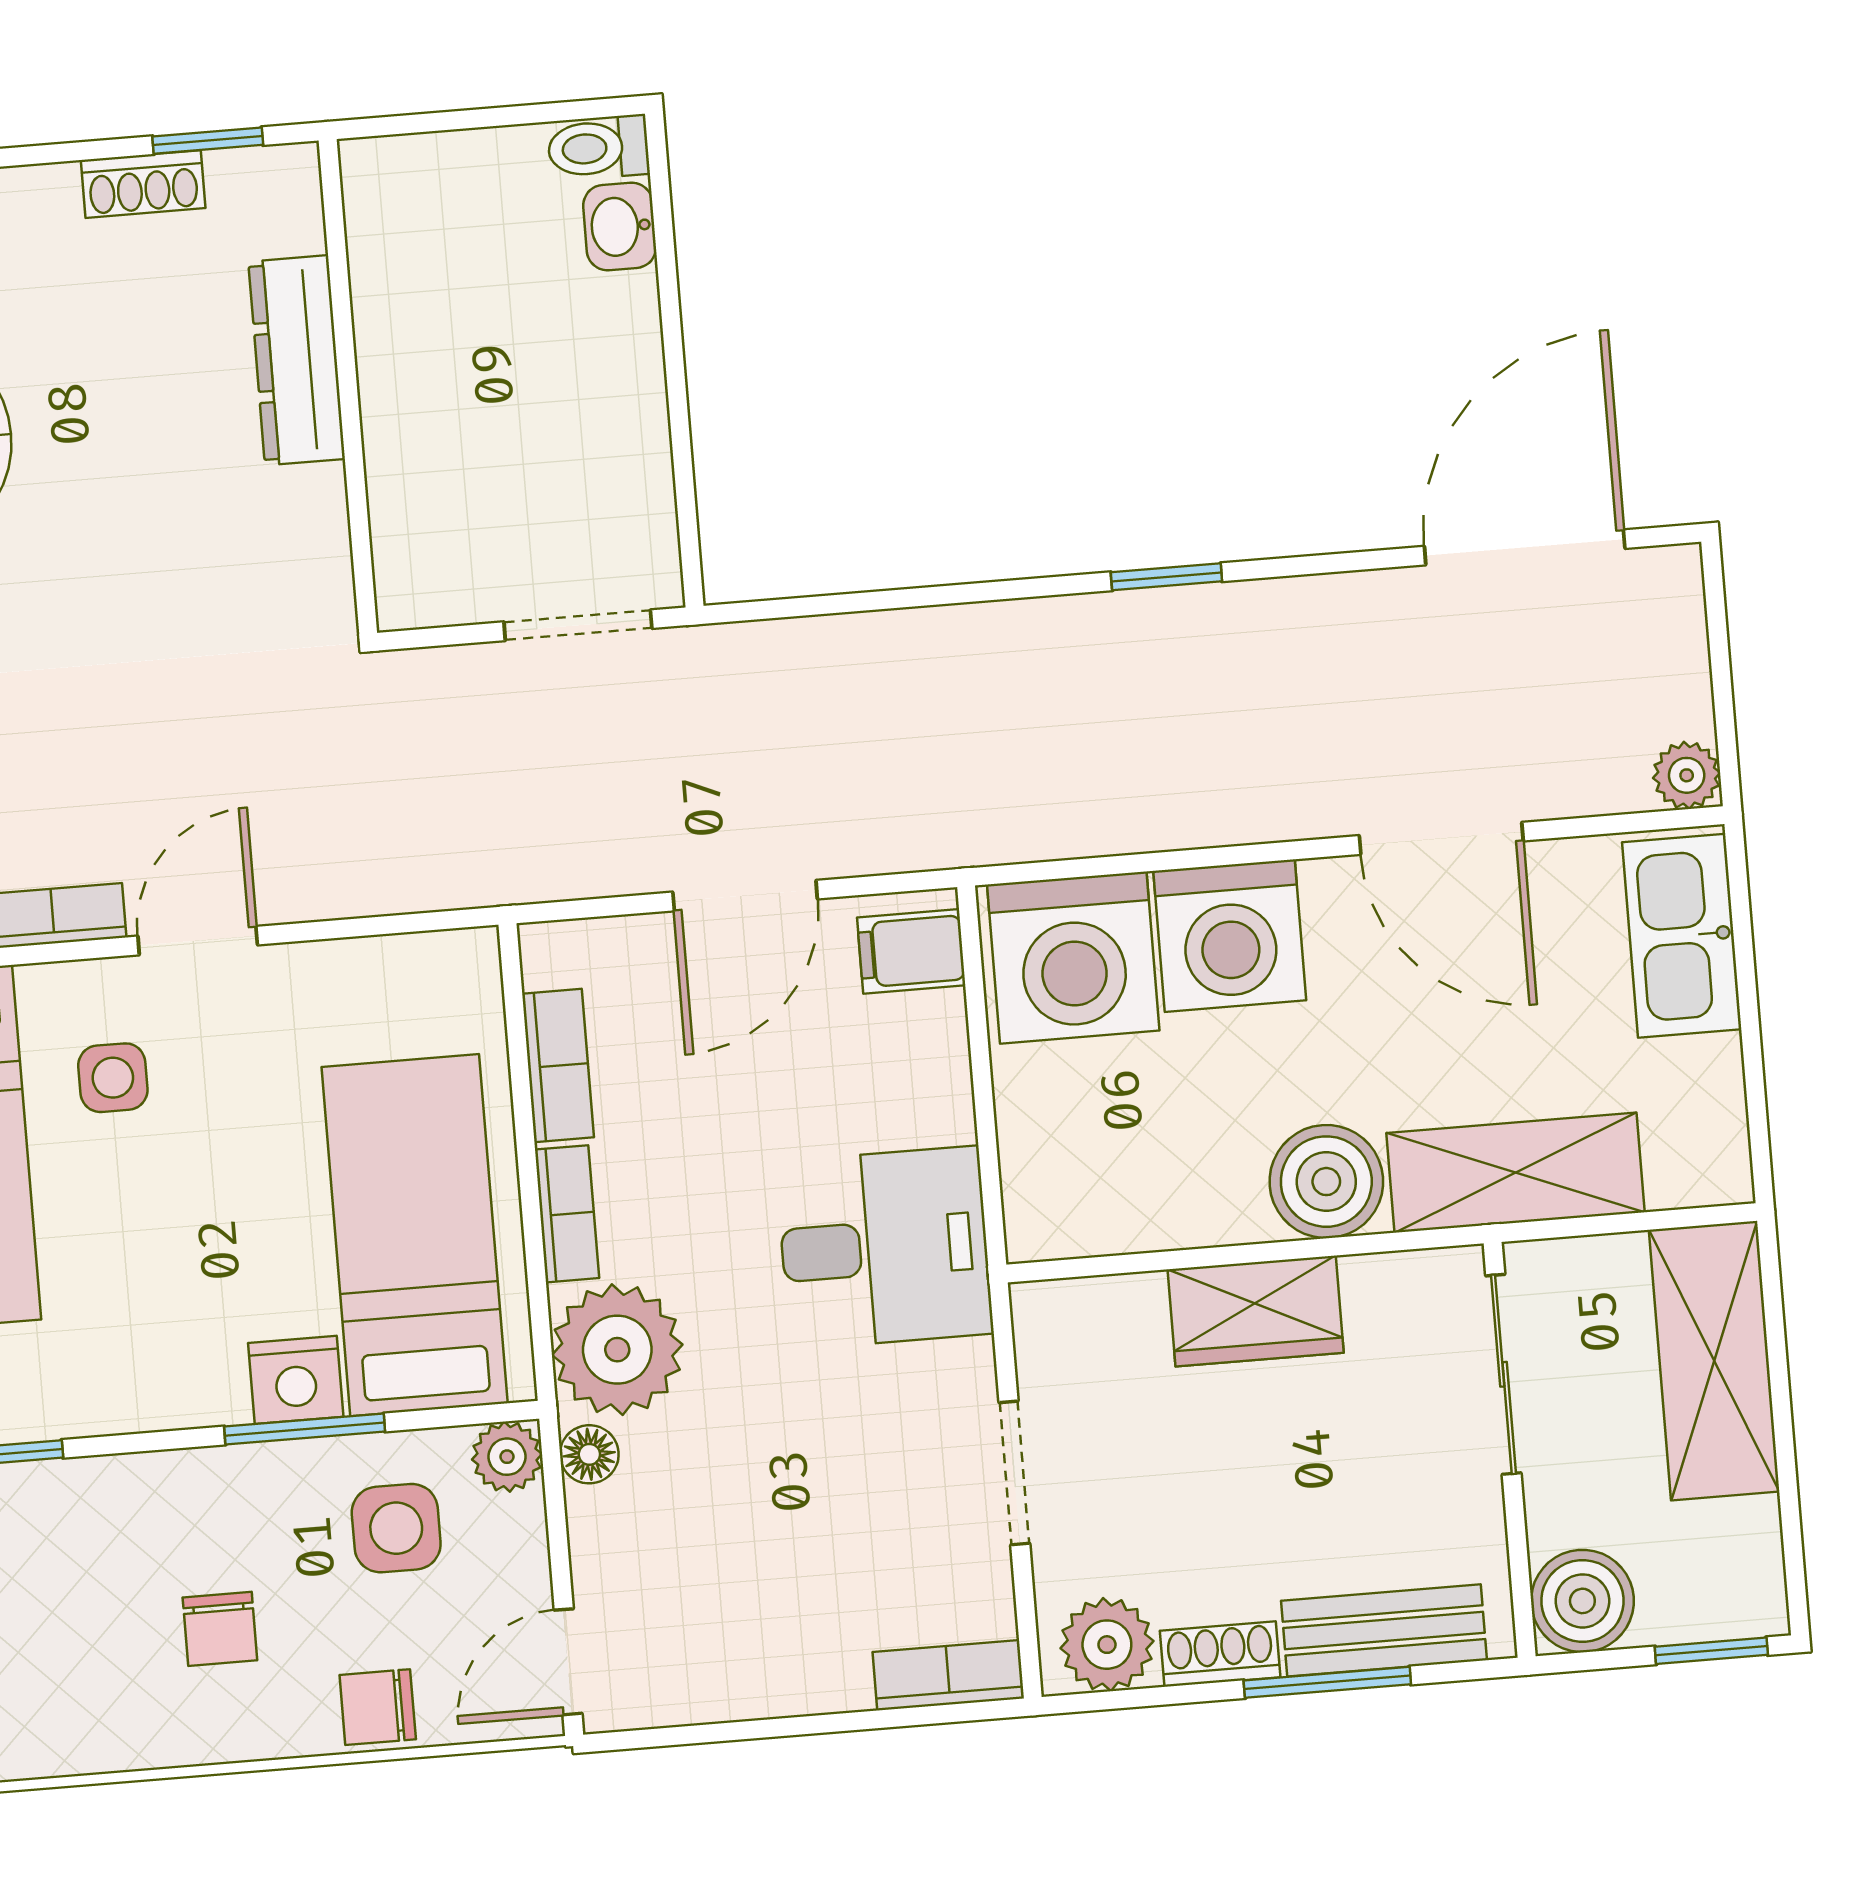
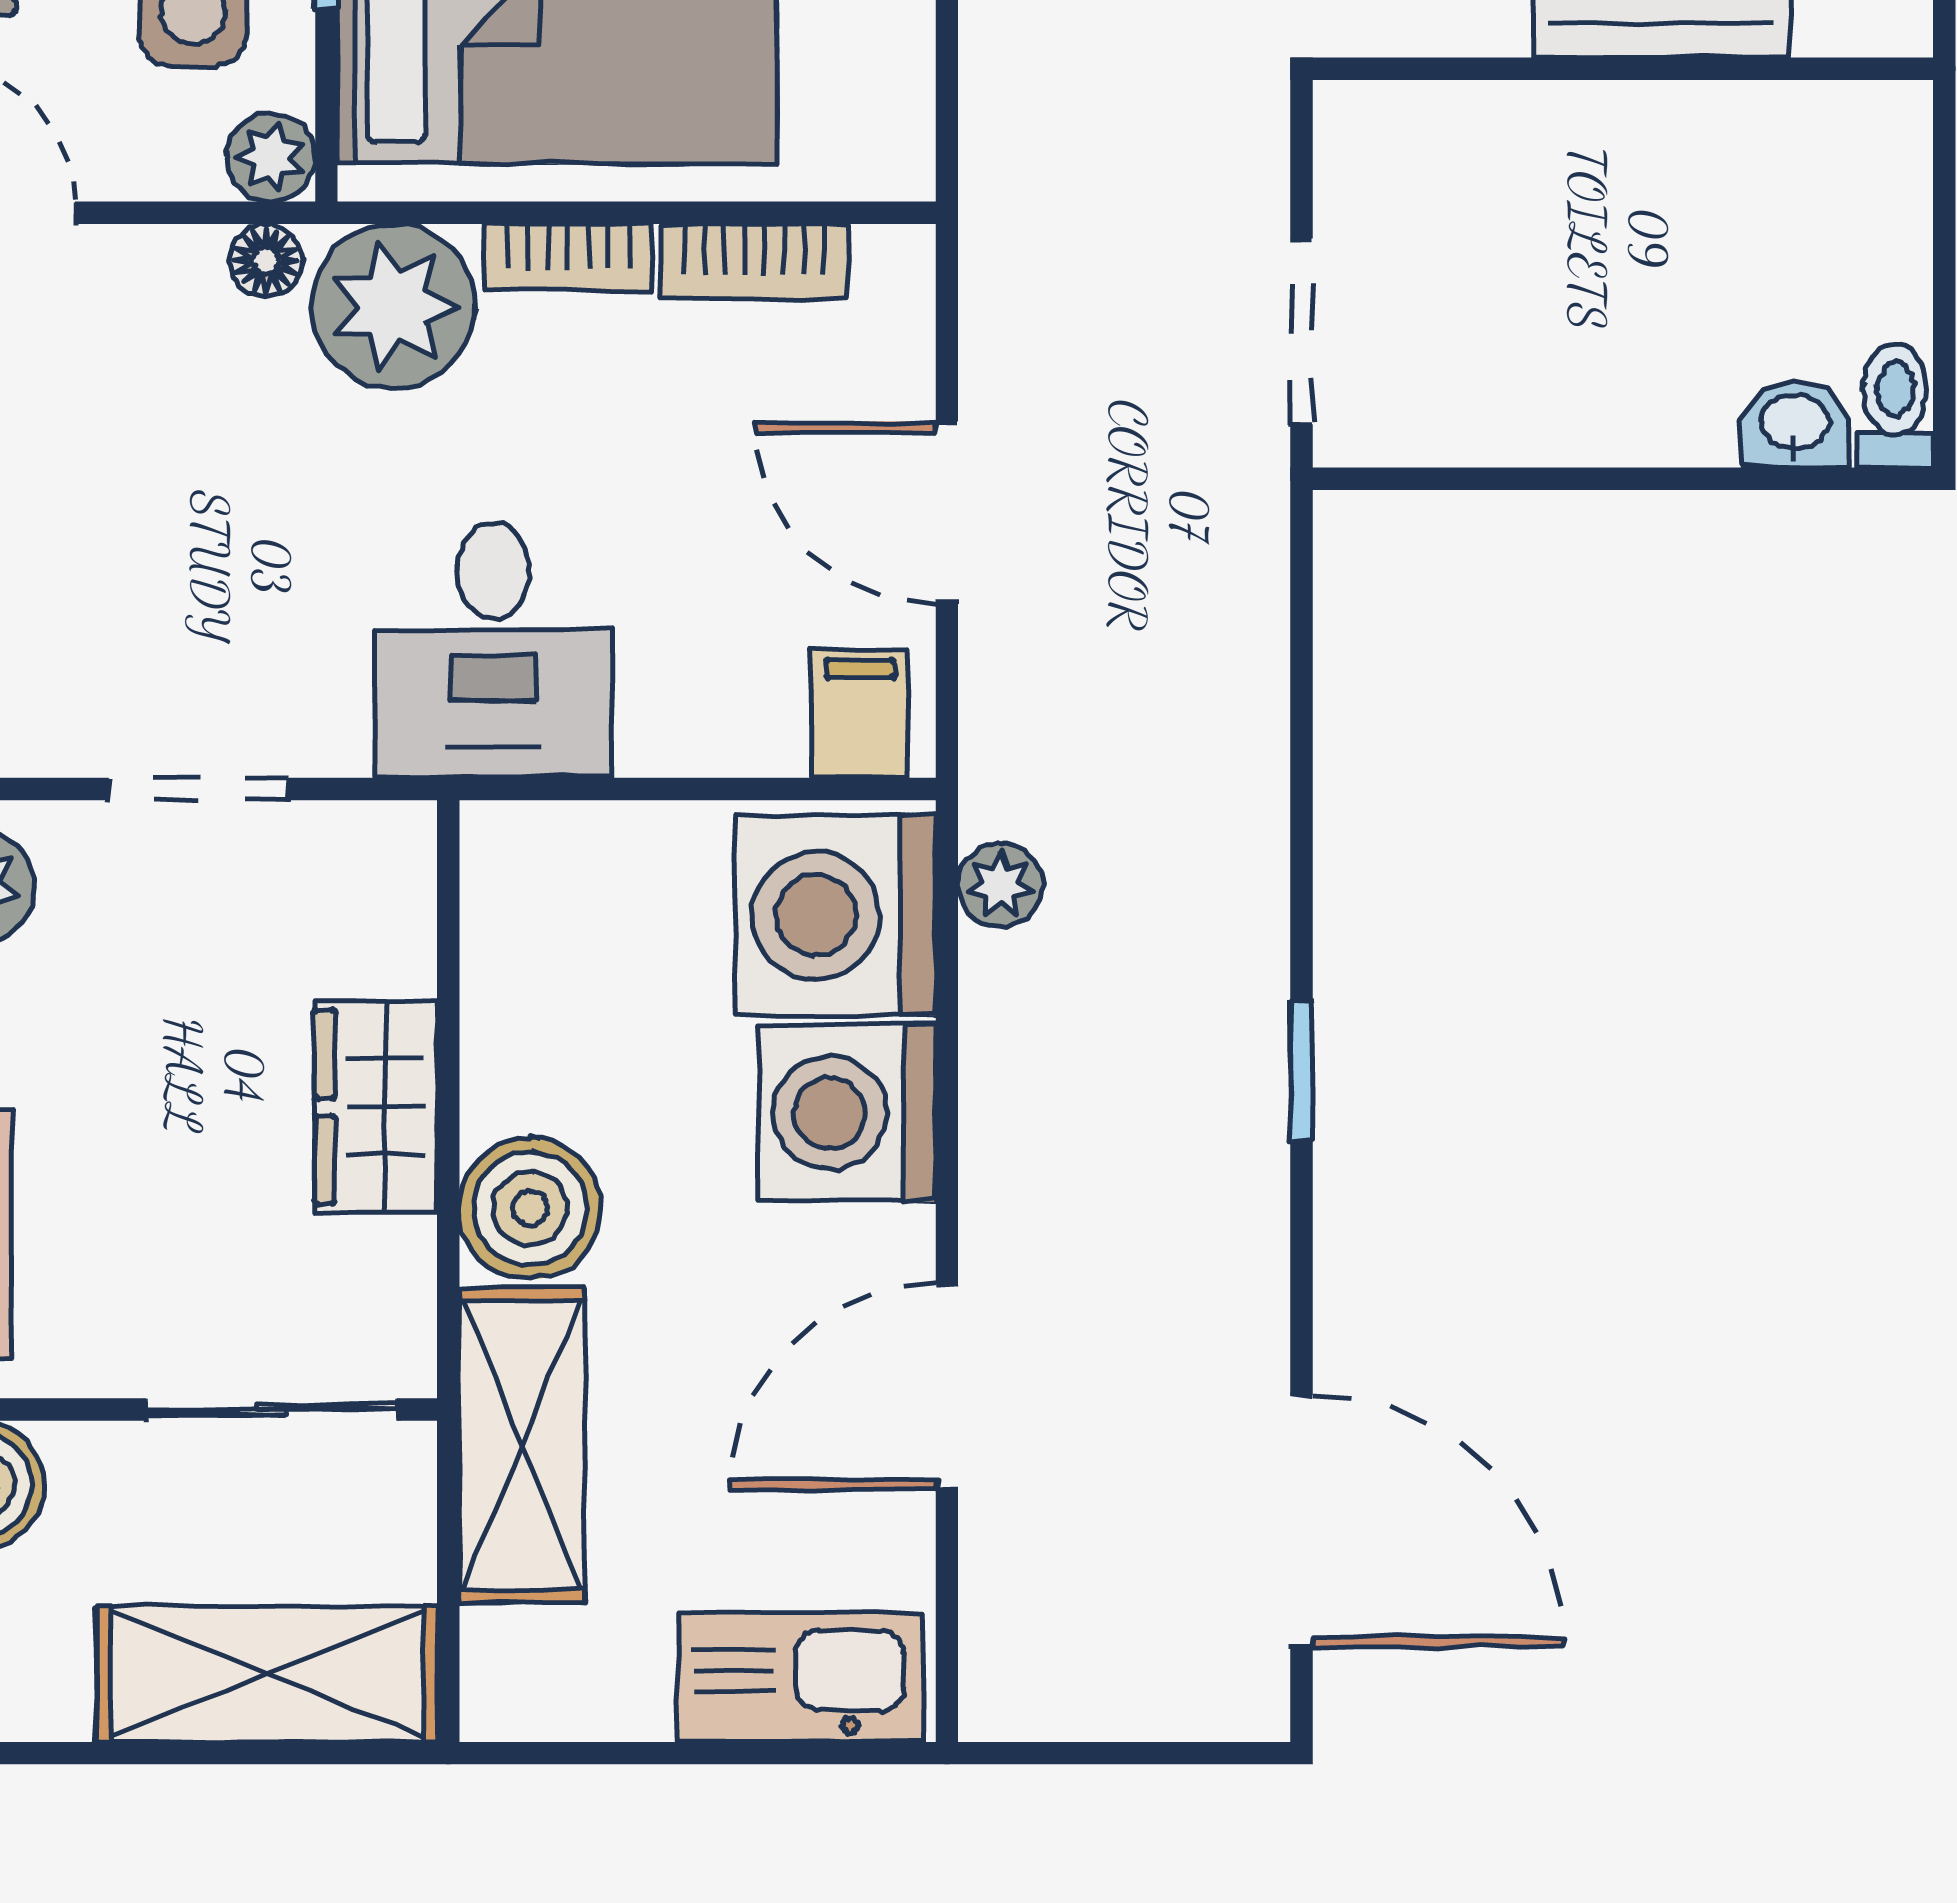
plant: (1687, 775) -> (1000, 885), moved

